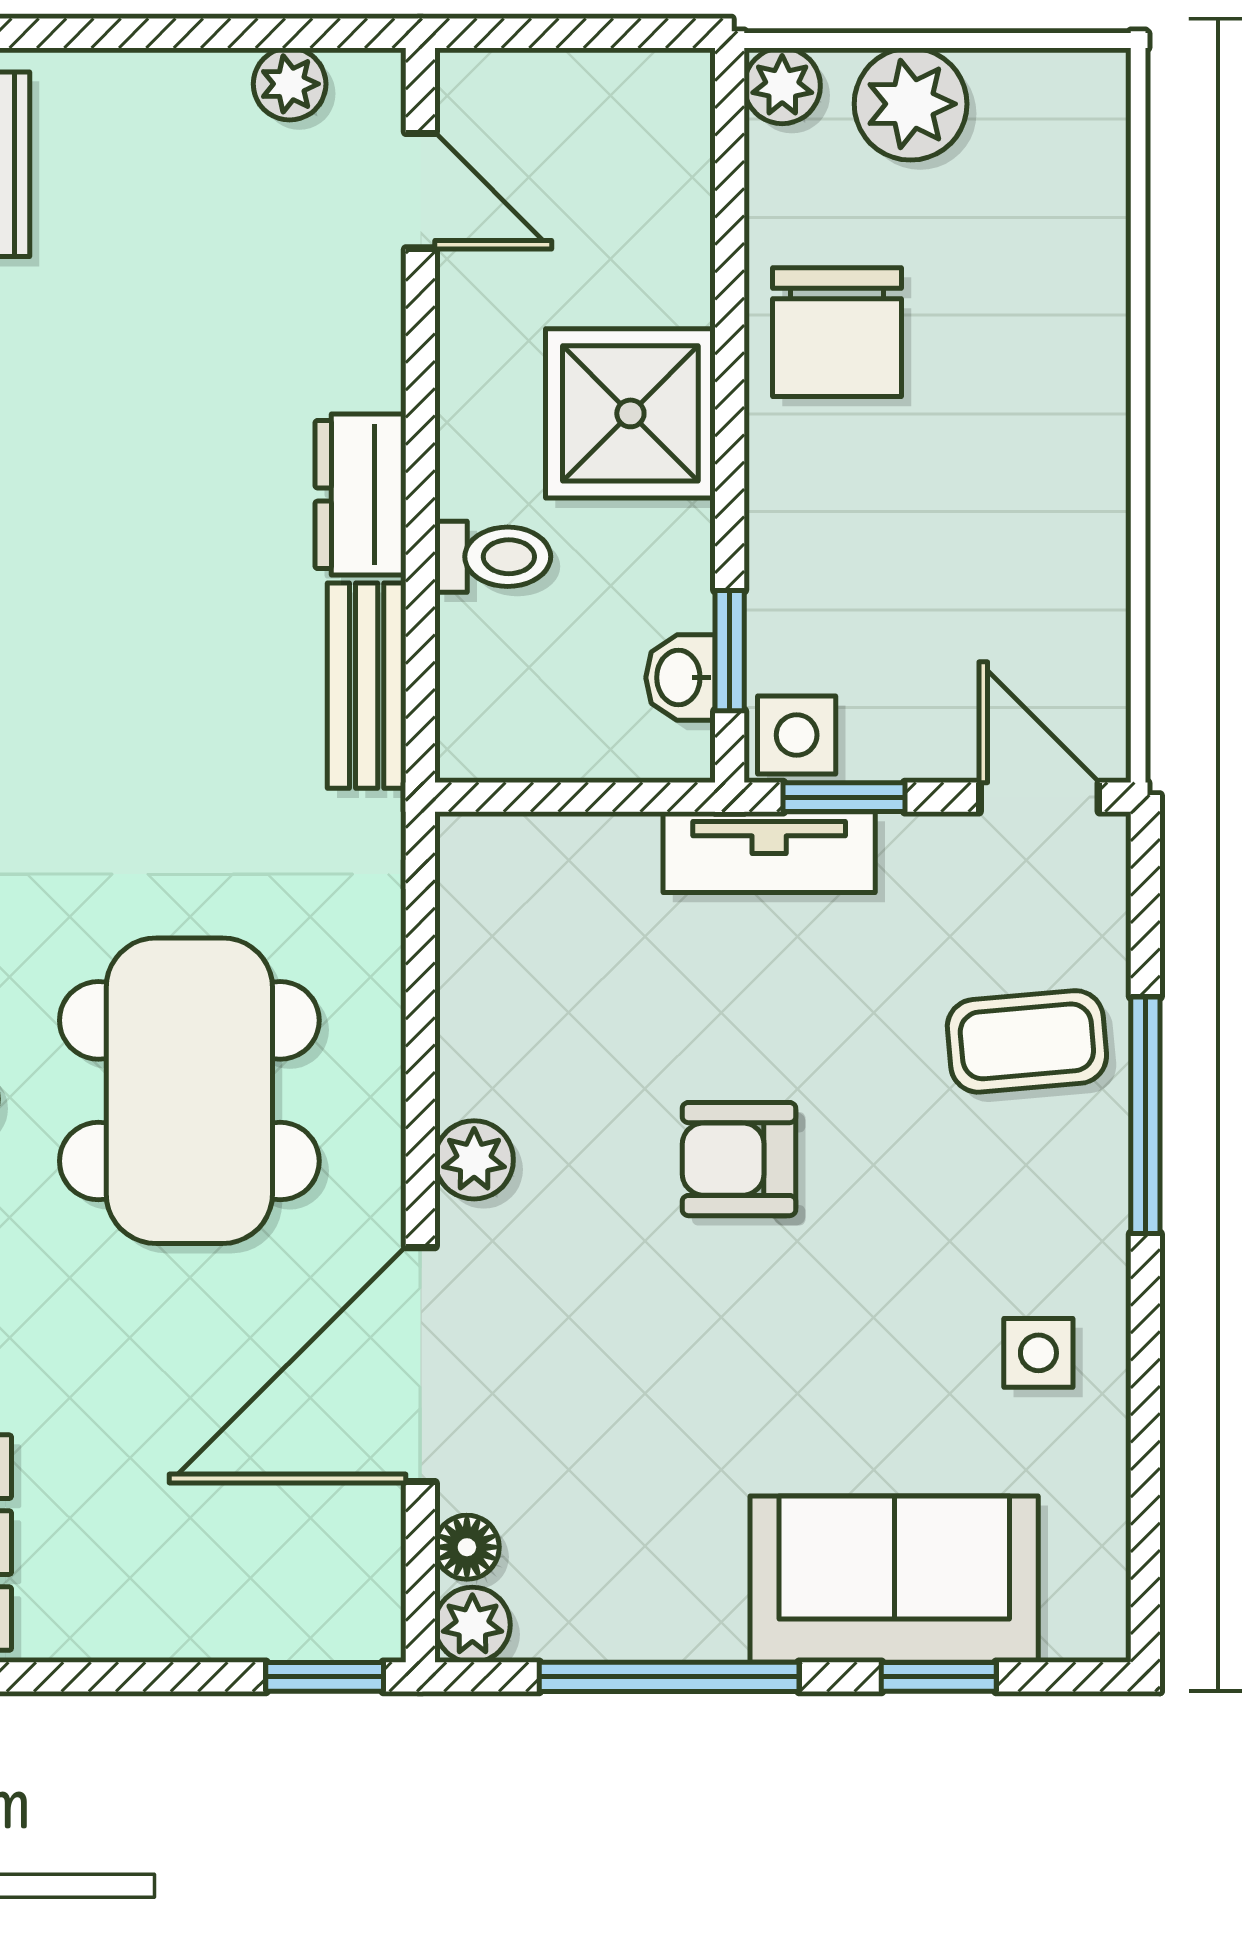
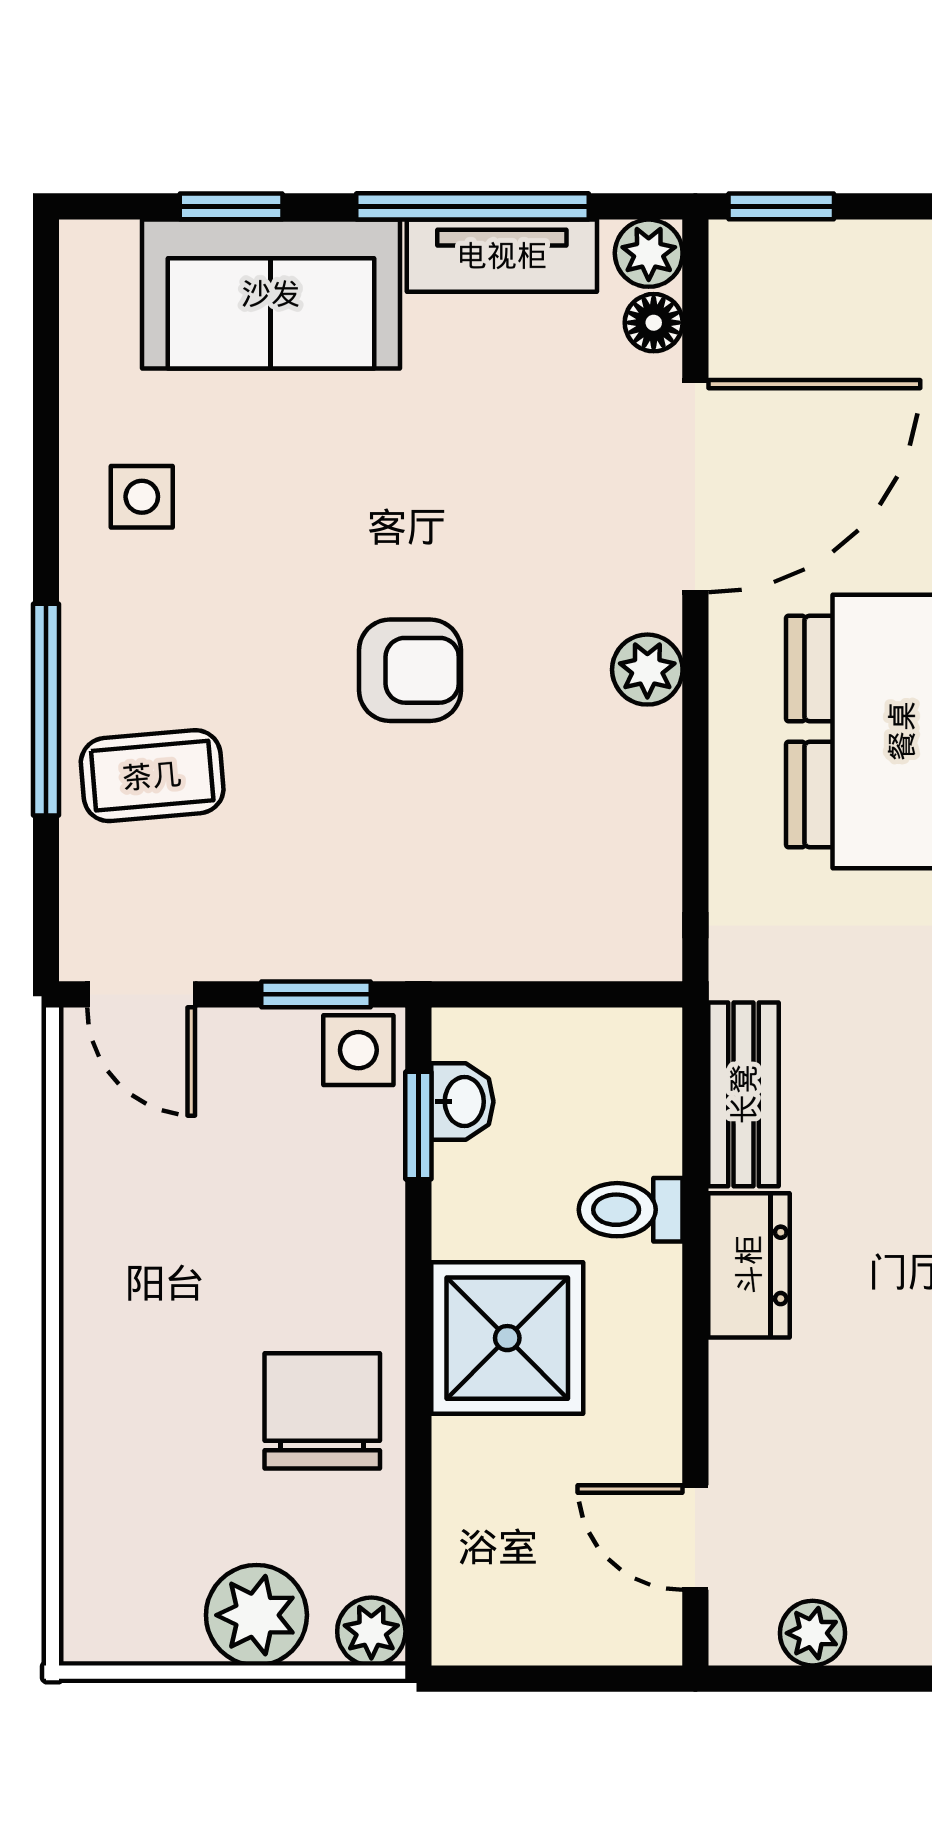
tv unit: (769, 852) -> (502, 256), moved, turned 180

